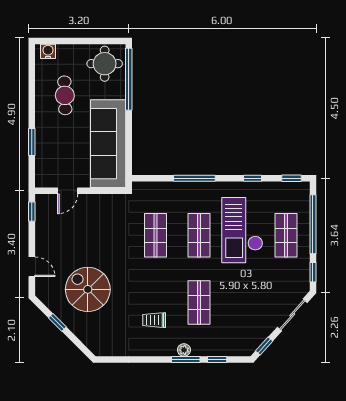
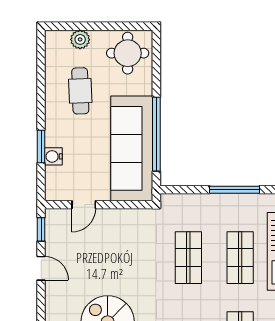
water cooler: (48, 51) -> (53, 156), moved, turned -90
plant: (65, 52) -> (80, 39), added
window: (129, 79) -> (156, 134), moved
door: (32, 267) -> (41, 268), moved

